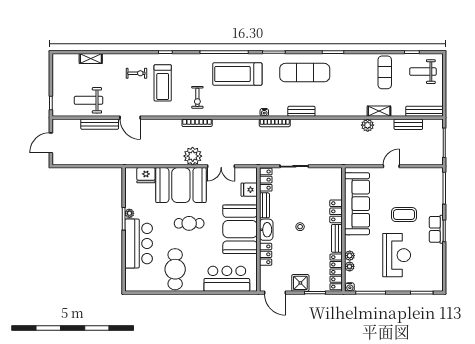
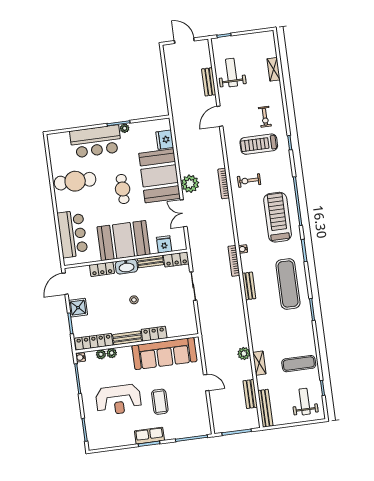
bench: (100, 124) -> (209, 82), width x0.73

